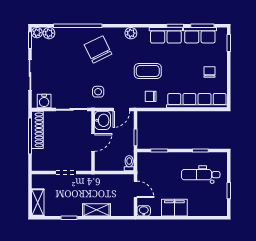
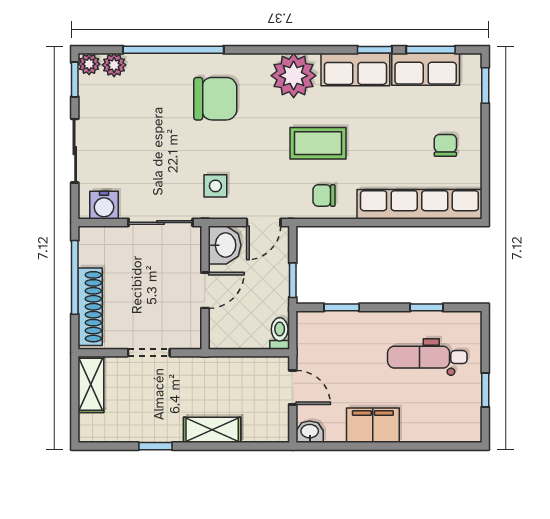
plant: (131, 33) -> (294, 76), width x1.88, depth x1.88
chair: (98, 49) -> (215, 99), turned 116
shoe rack: (37, 130) -> (90, 307), moved
shelving: (38, 202) -> (91, 384), moved

